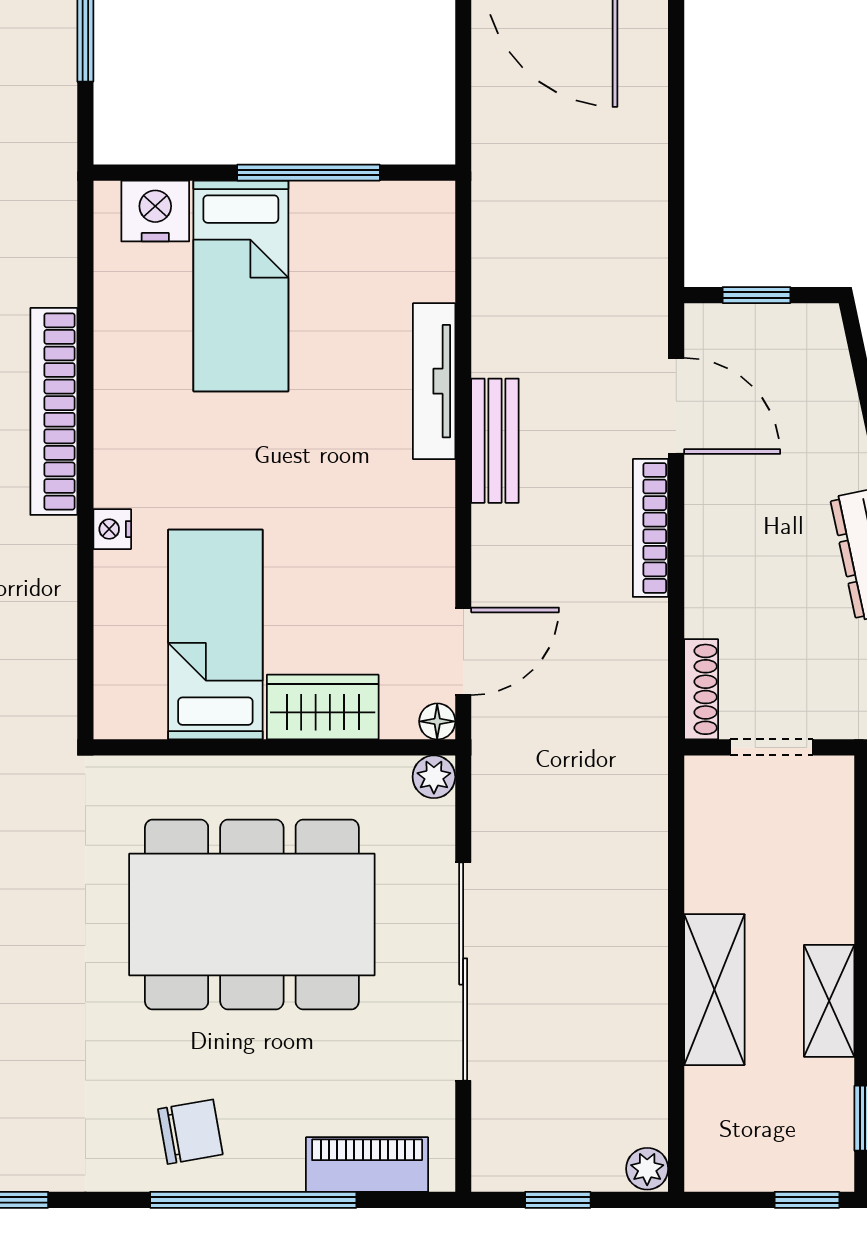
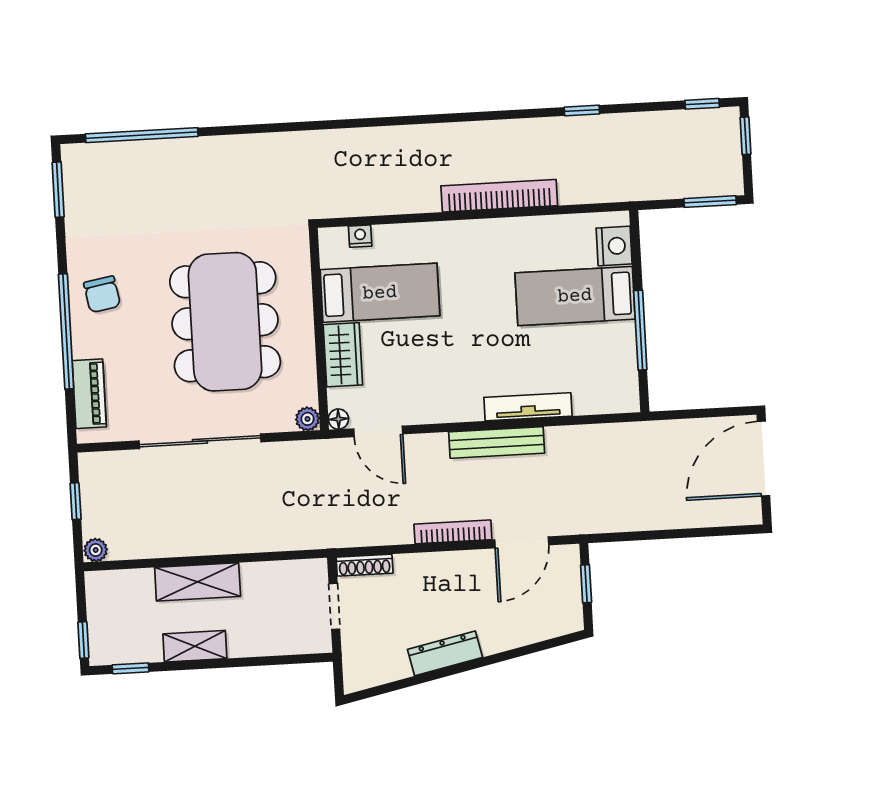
bench: (495, 441) -> (497, 442), width x1.36
nightstand: (112, 529) -> (360, 236), moved

